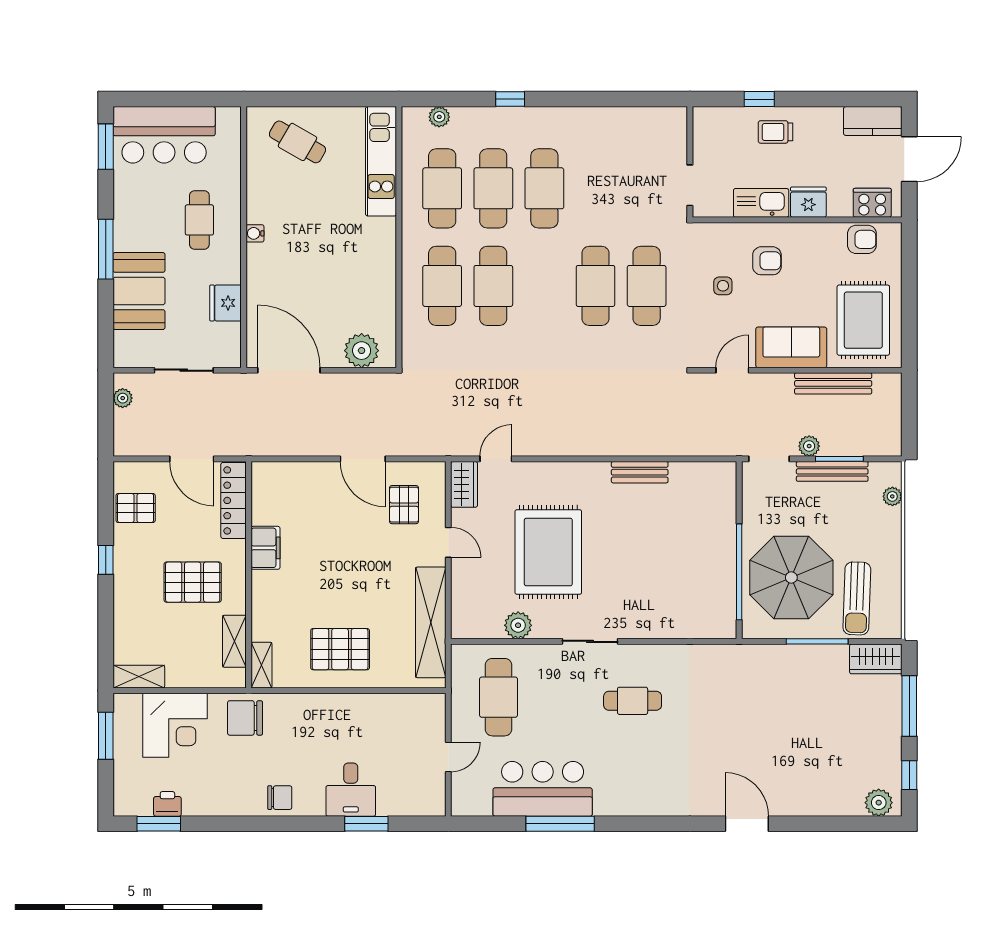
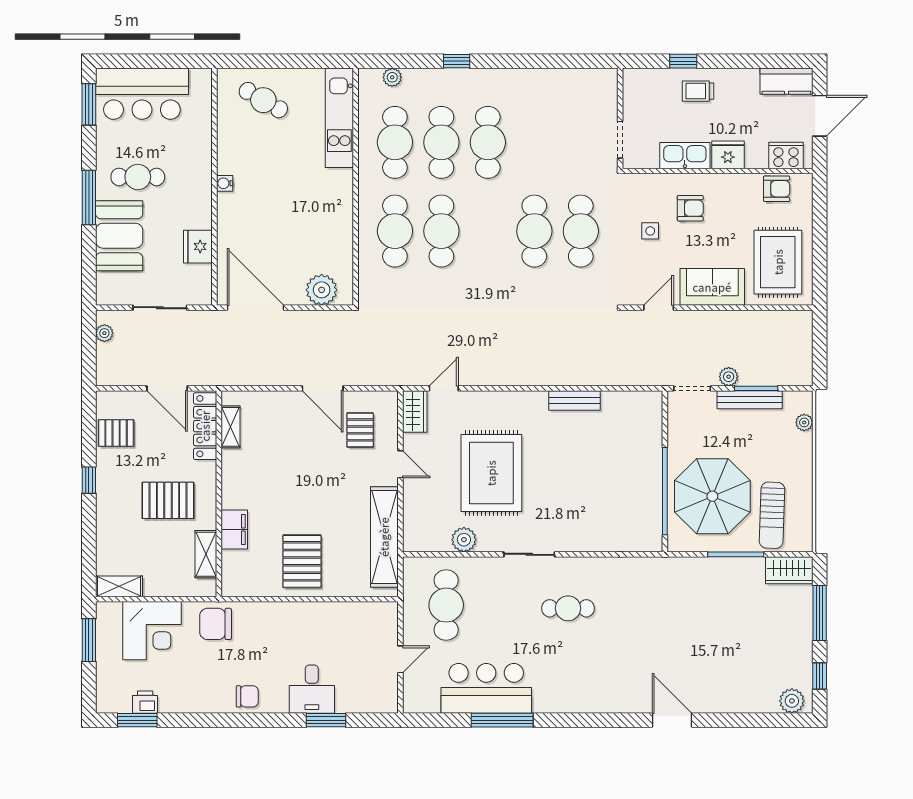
cafe table: (199, 220) -> (138, 177), moved, turned 90
bench: (833, 383) -> (750, 320), removed
filing cabinet: (265, 548) -> (234, 530), moved
pallet: (340, 649) -> (302, 561), turned 90
shelving: (261, 665) -> (231, 427), moved

